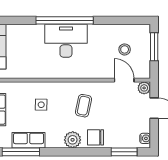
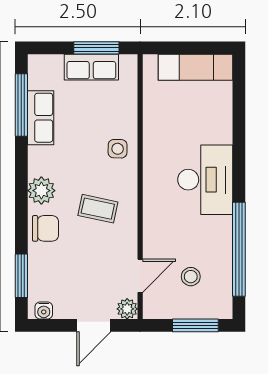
window: (65, 20) -> (239, 249), moved
side table: (41, 105) -> (118, 149), moved
chair: (95, 137) -> (45, 228), turned 90

